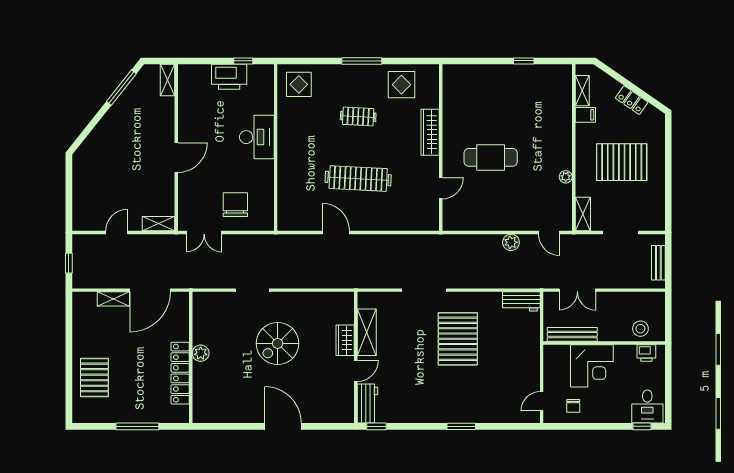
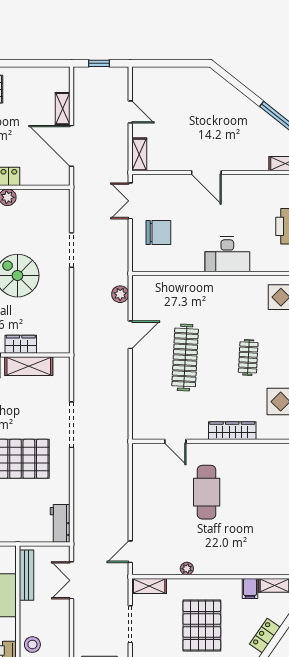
plant: (511, 242) -> (120, 294), moved

